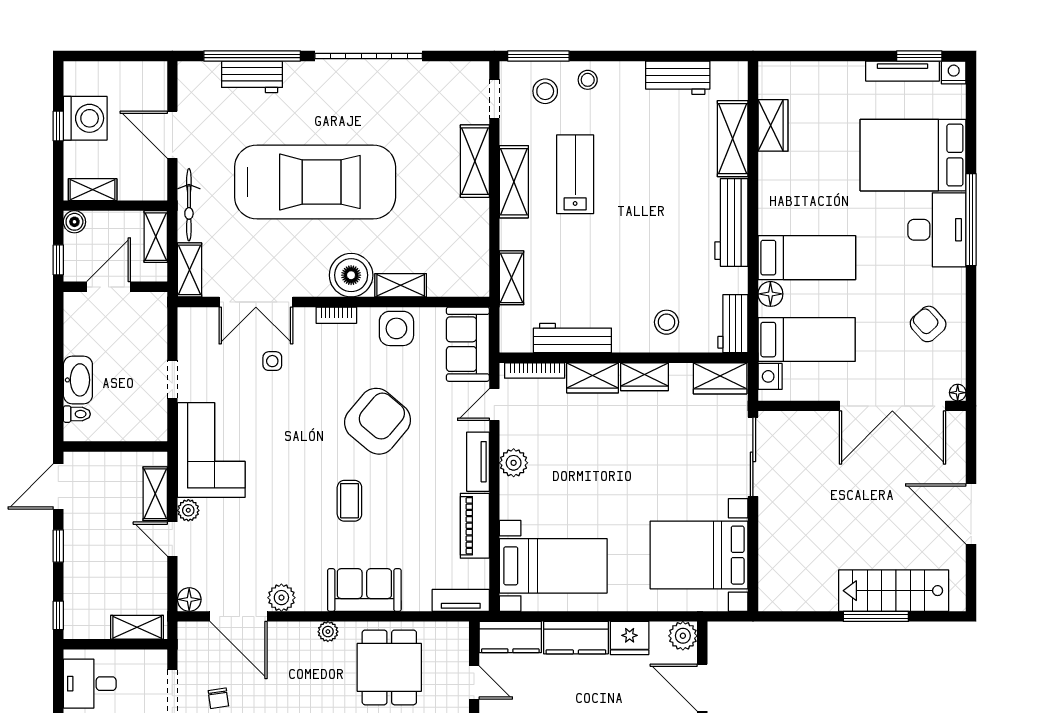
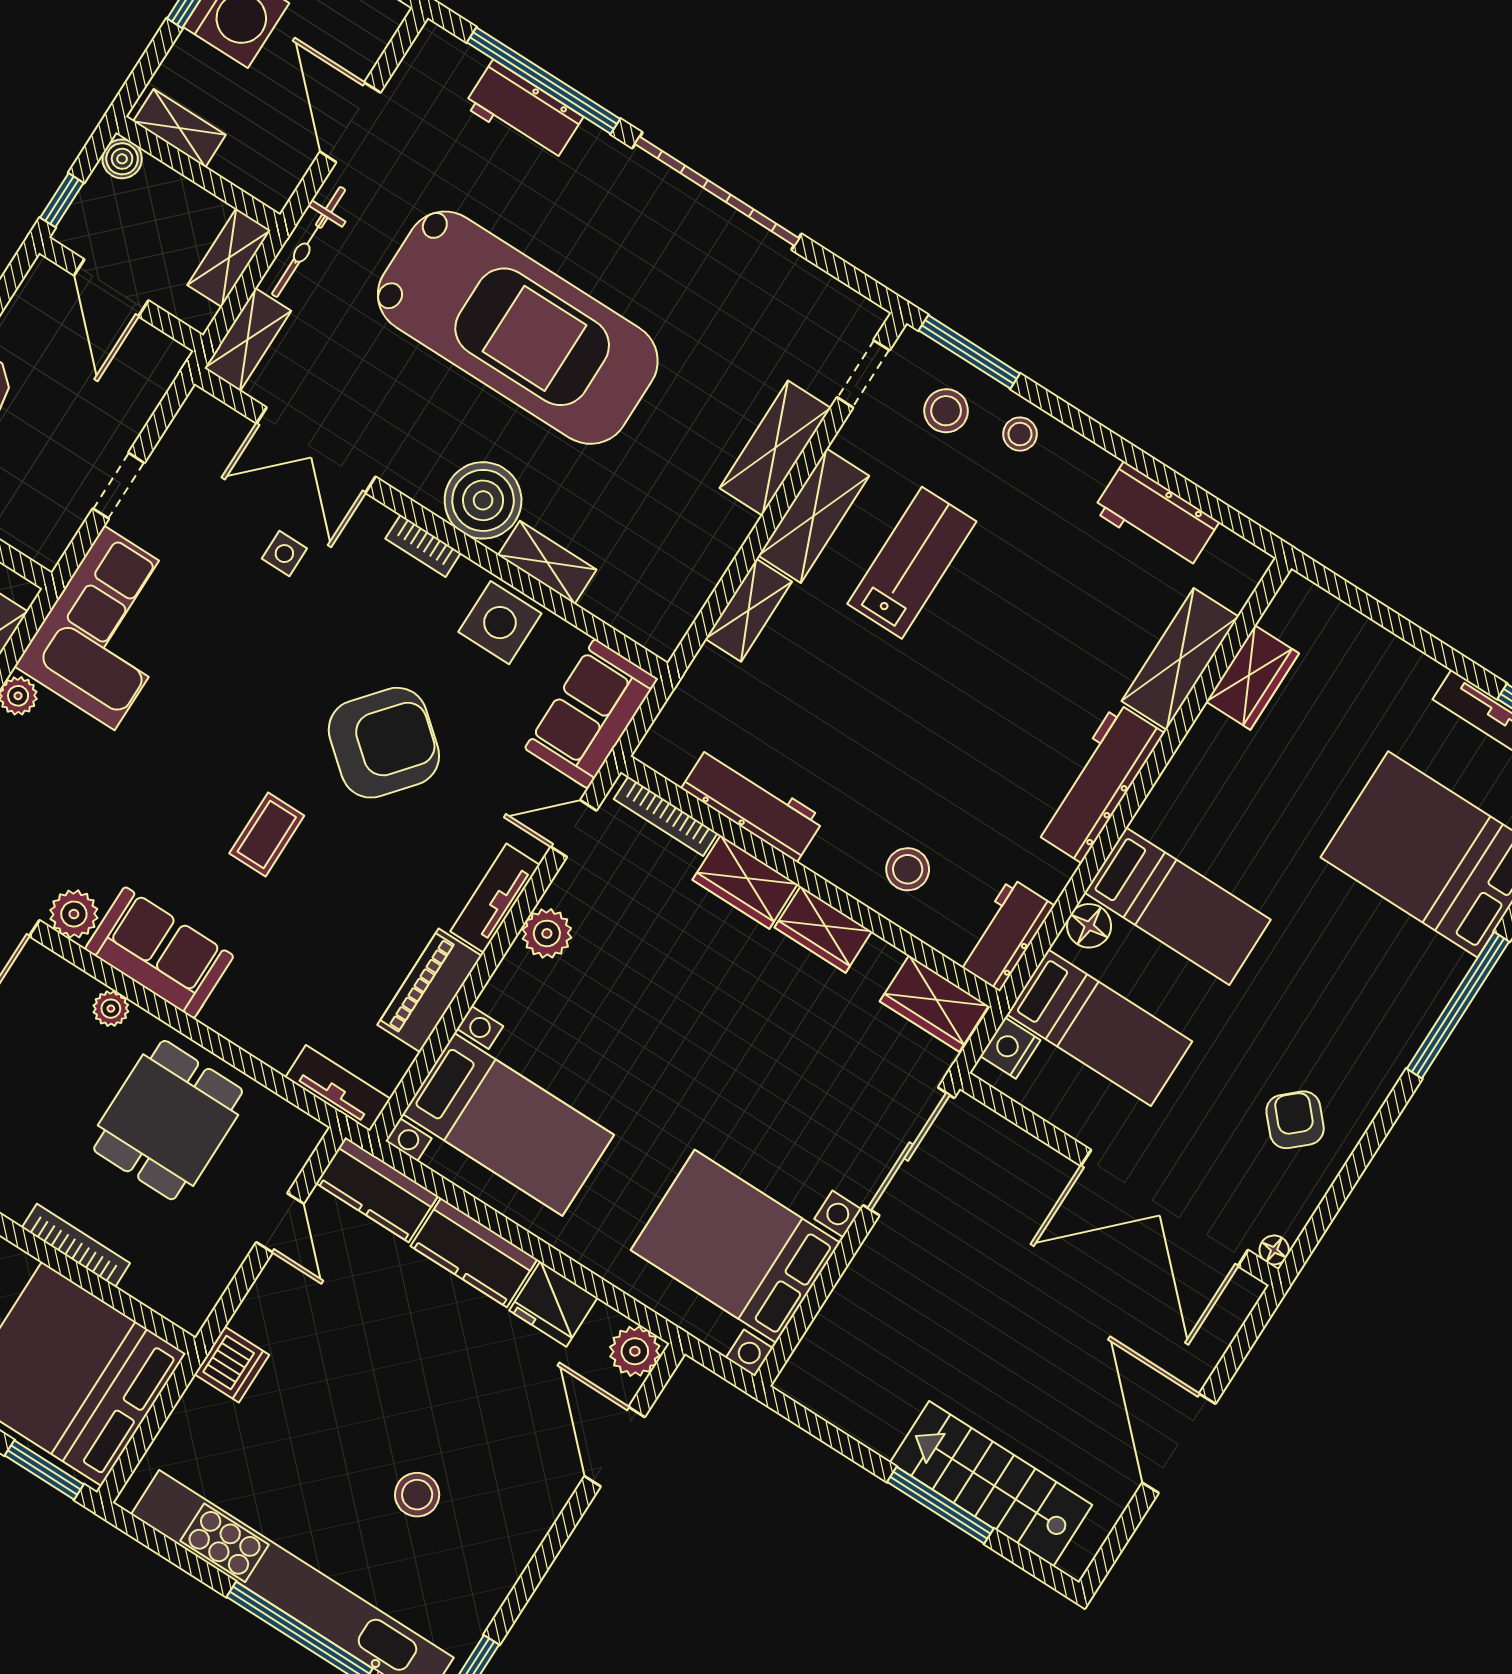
desk: (937, 230) -> (1397, 988), removed
shelving: (512, 278) -> (749, 610), moved
door: (109, 287) -> (111, 288), swing flipped
sofa: (364, 590) -> (159, 953), moved

